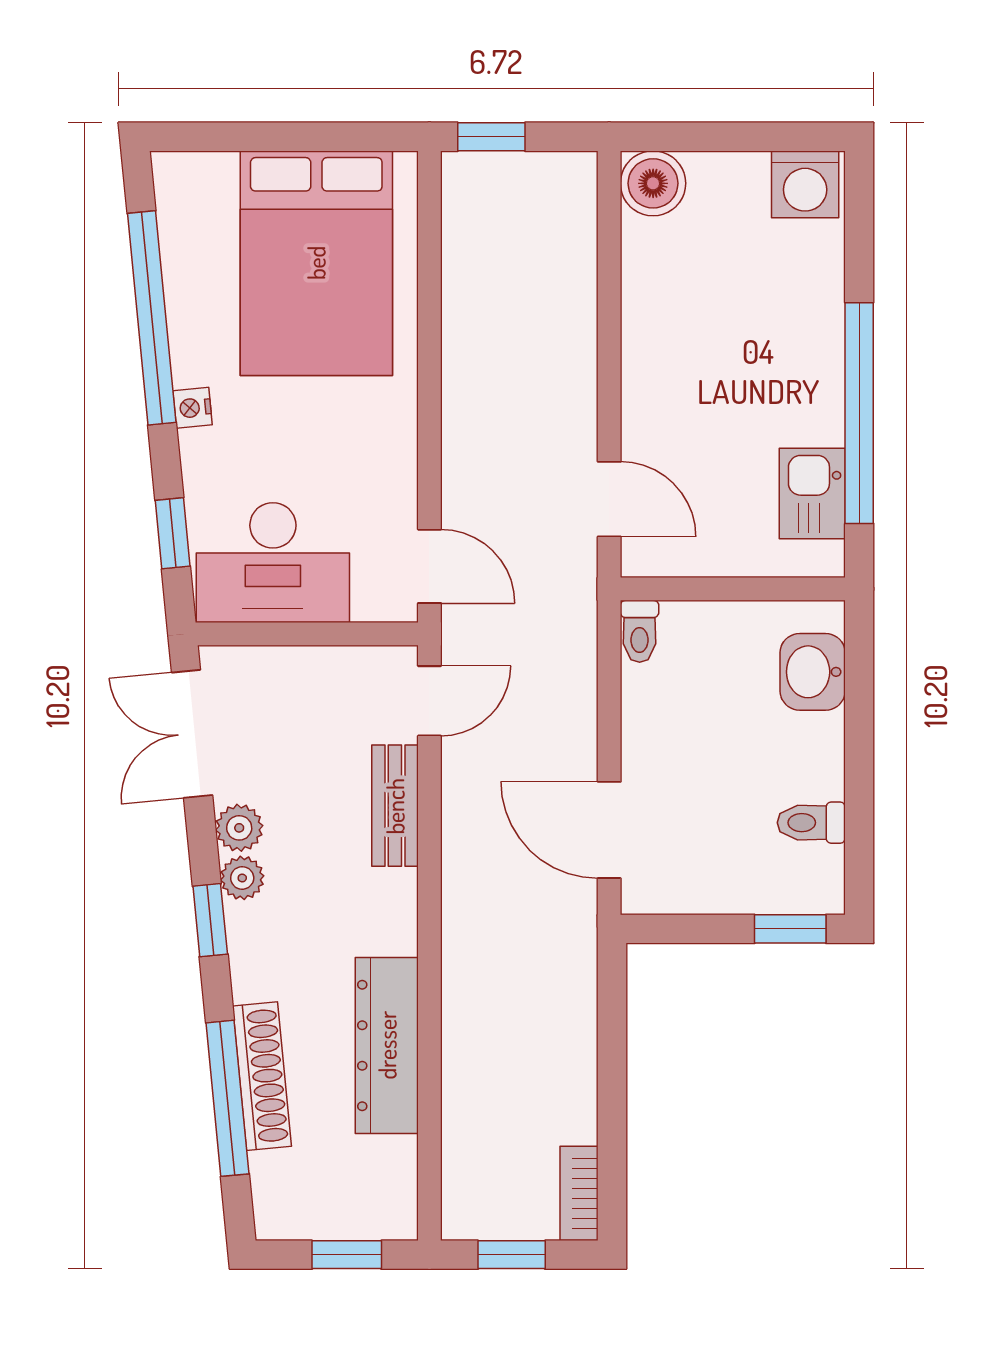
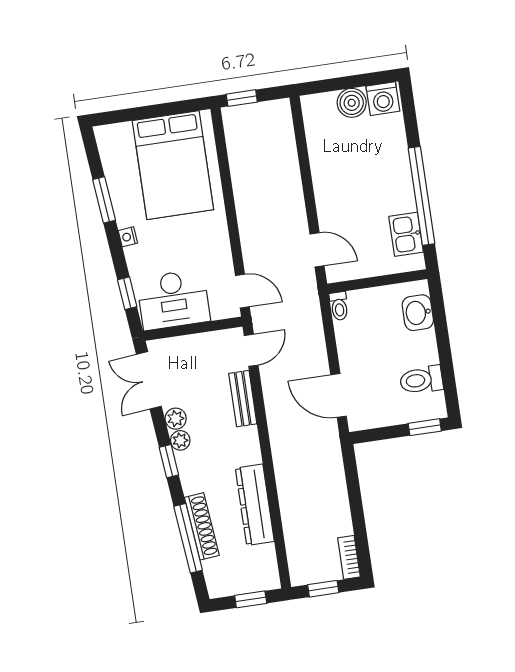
boiler: (653, 183) -> (352, 103), moved
window: (152, 318) -> (104, 200), width x0.47
toilet: (811, 823) -> (421, 380), width x1.37, depth x1.39

